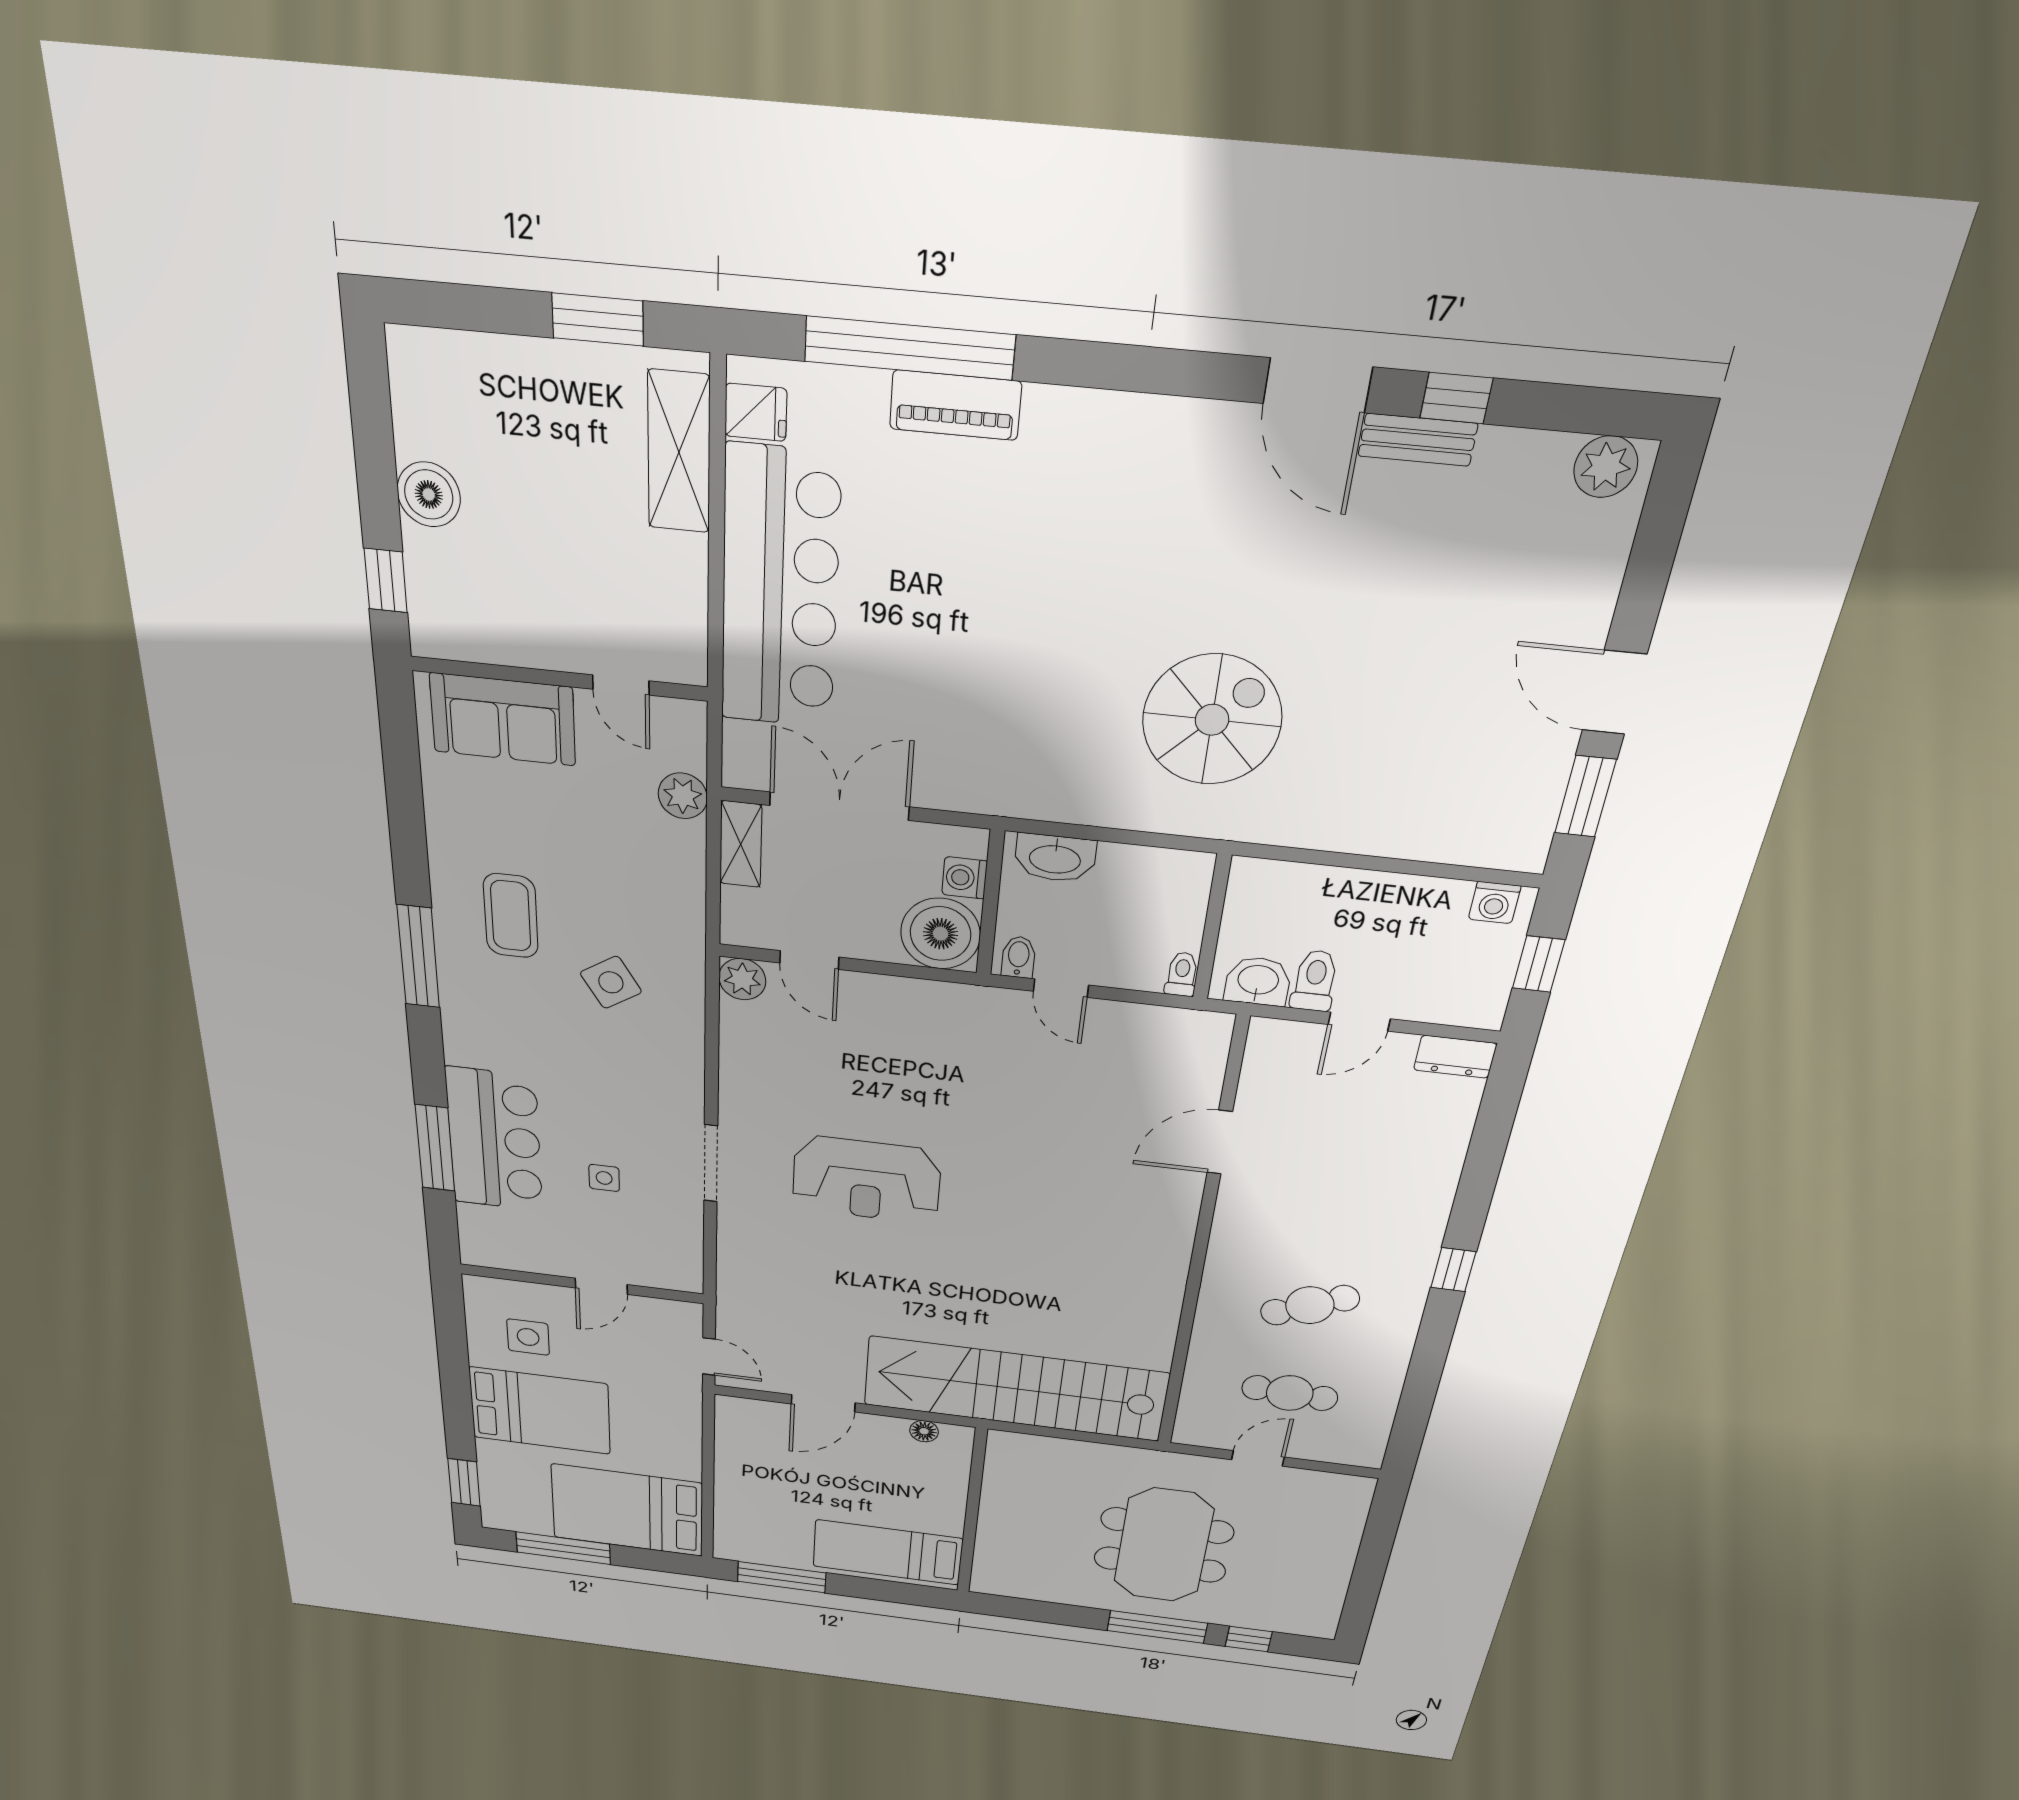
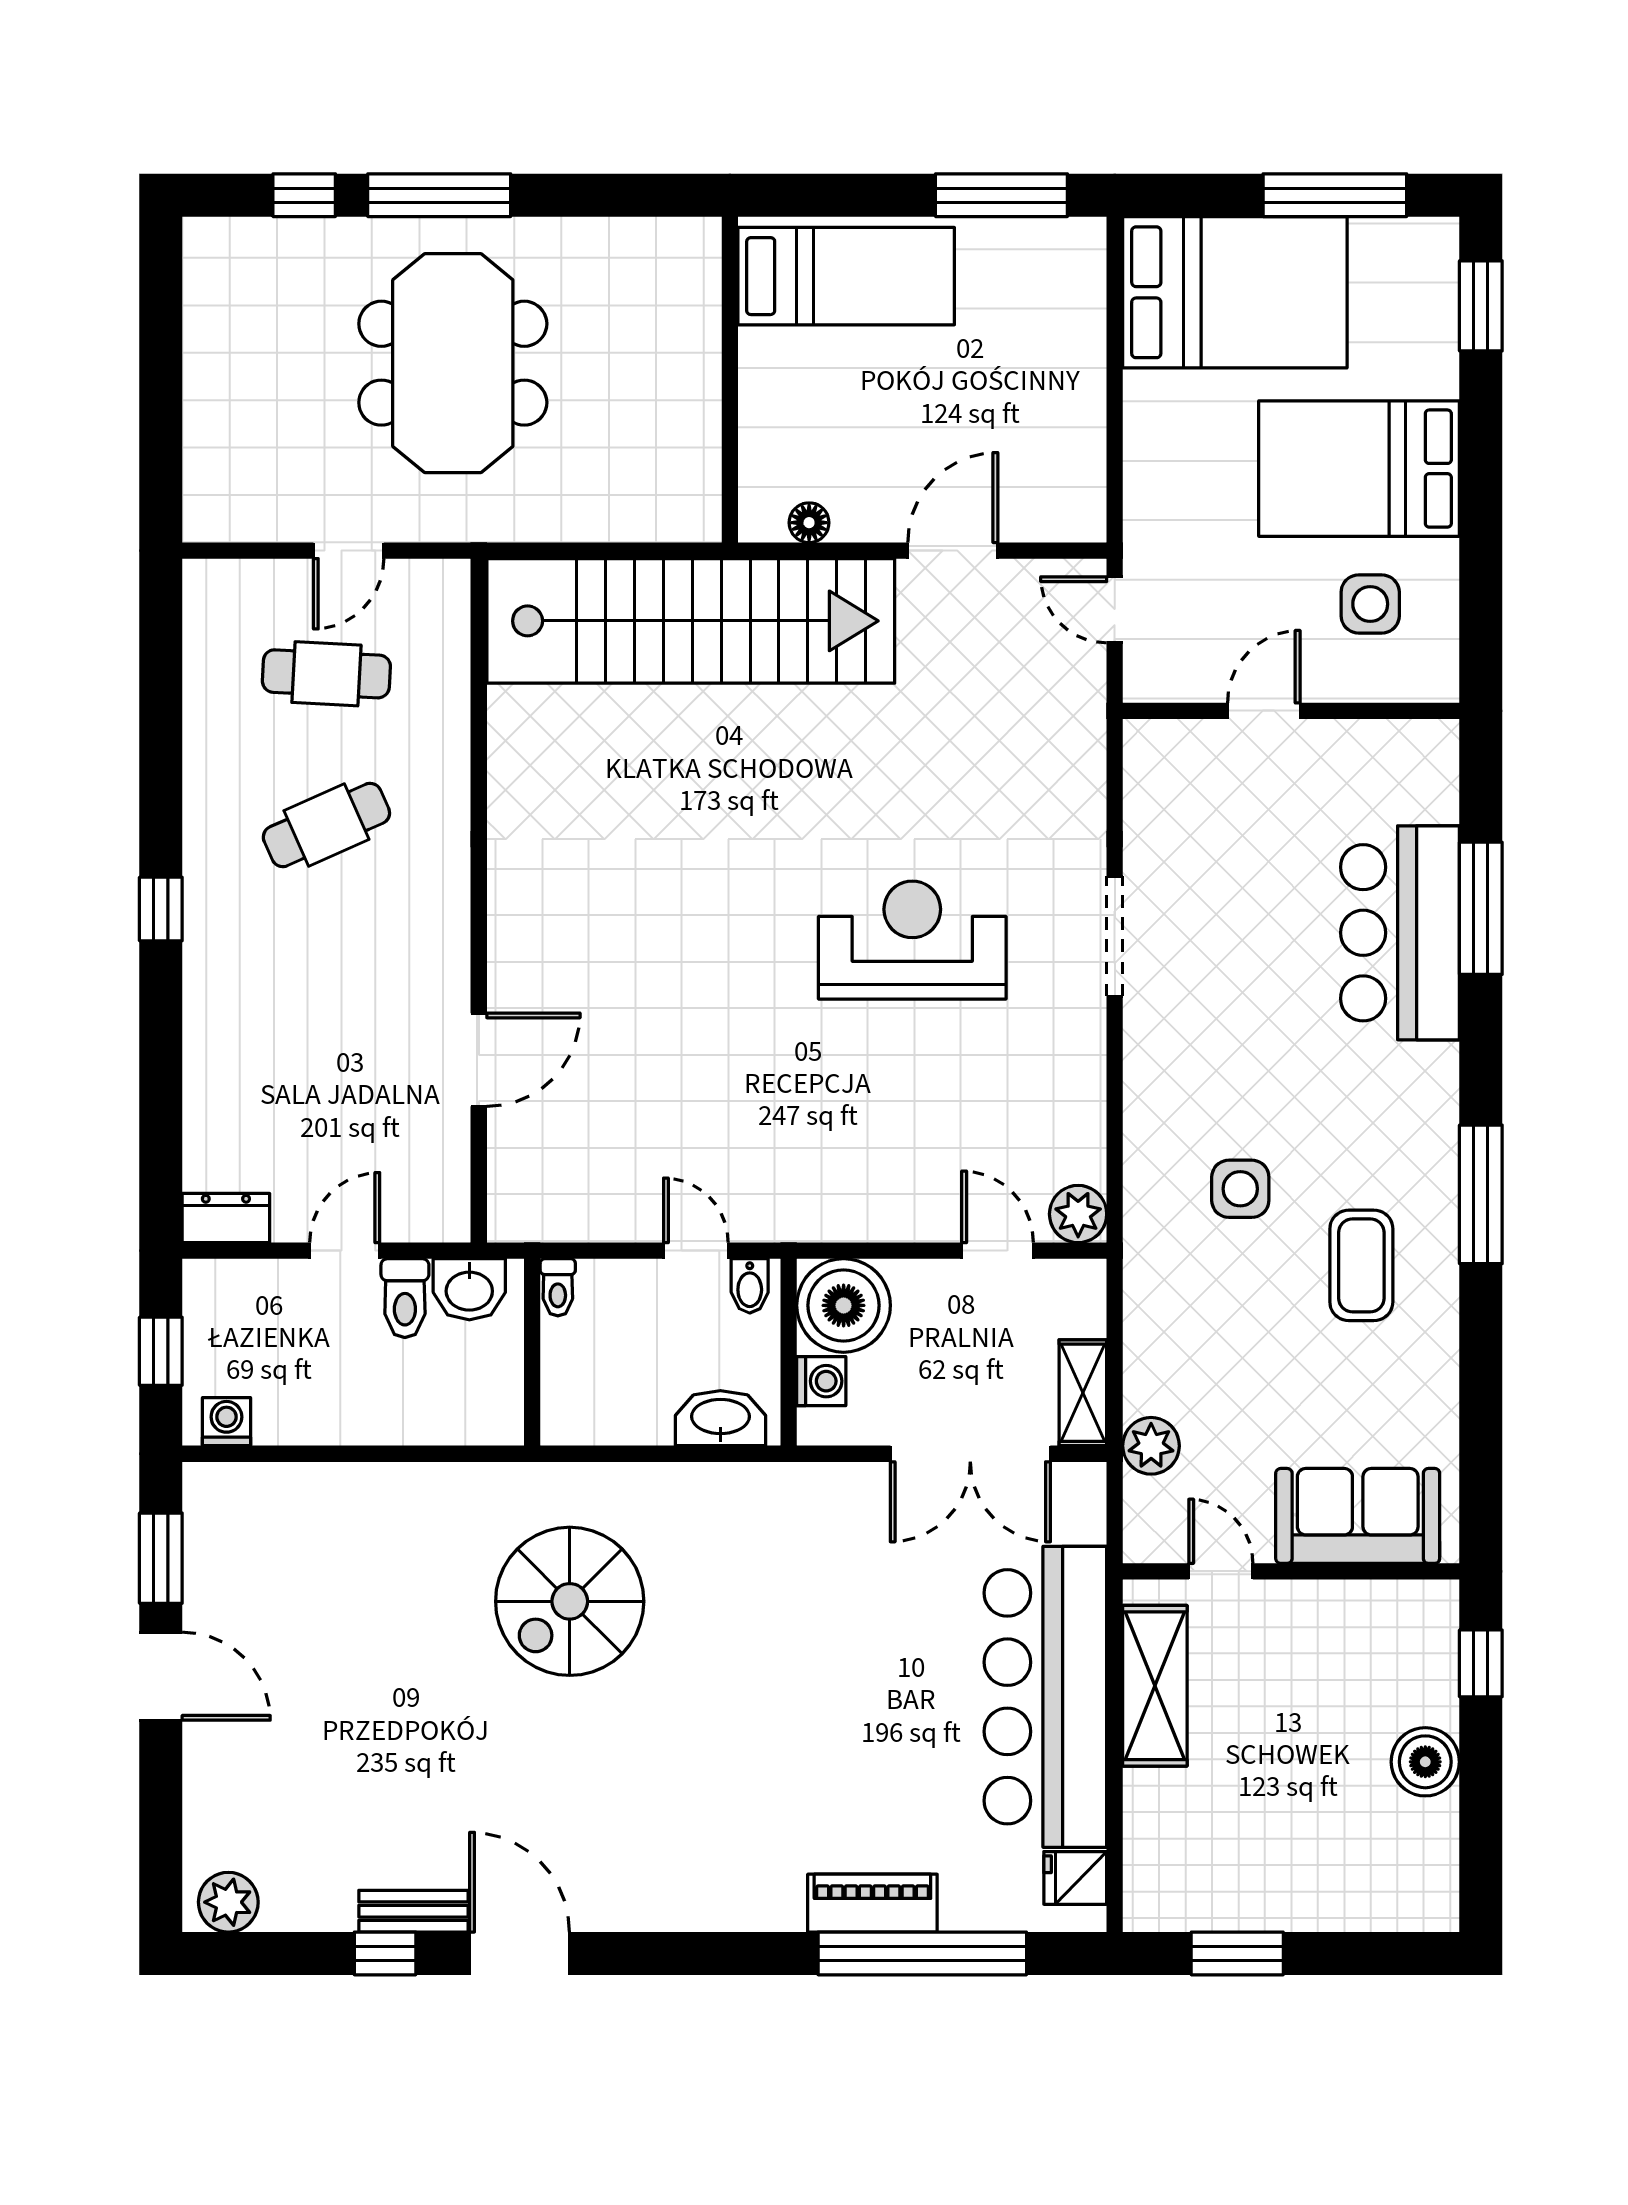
shelving: (679, 452) -> (1155, 1686), moved
side table: (611, 982) -> (1240, 1189), turned 32
side table: (604, 1178) -> (1256, 893), removed

